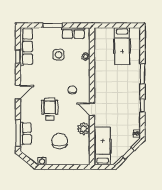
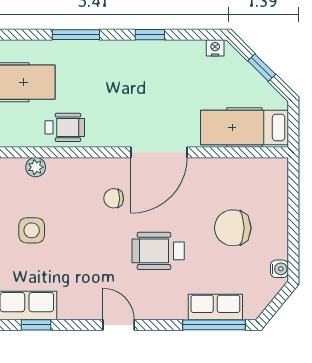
wheelchair: (103, 69) -> (65, 127), added
door: (92, 109) -> (159, 152), width x1.87
plant: (84, 129) -> (204, 172), removed

